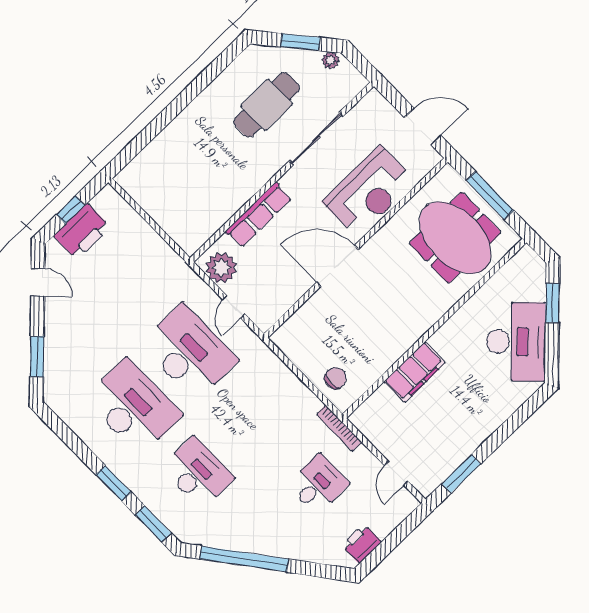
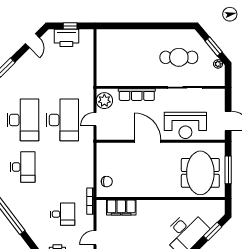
filing cabinet: (415, 372) -> (121, 207), moved

